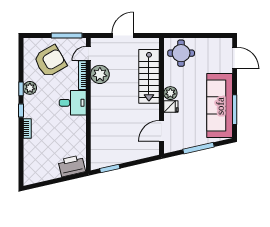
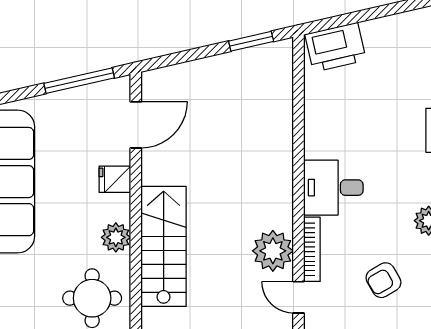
door: (88, 54) -> (299, 297), swing flipped
armchair: (50, 61) -> (383, 280), width x0.53, depth x0.53
plant: (170, 93) -> (116, 237), moved
window: (198, 148) -> (79, 81), moved

